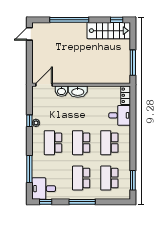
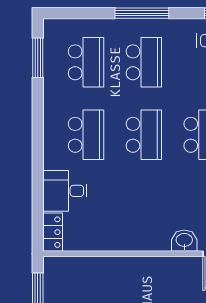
washbasin: (78, 92) -> (151, 240), removed

